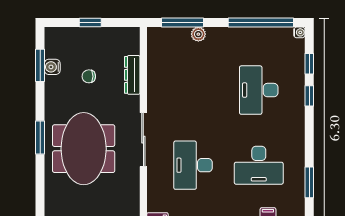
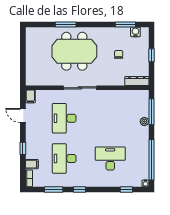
water cooler: (52, 67) -> (135, 32), moved
dresser: (132, 75) -> (137, 81), moved
window: (309, 96) -> (79, 189), moved
window: (40, 137) -> (66, 25), moved
desk: (193, 165) -> (64, 118), turned -90

